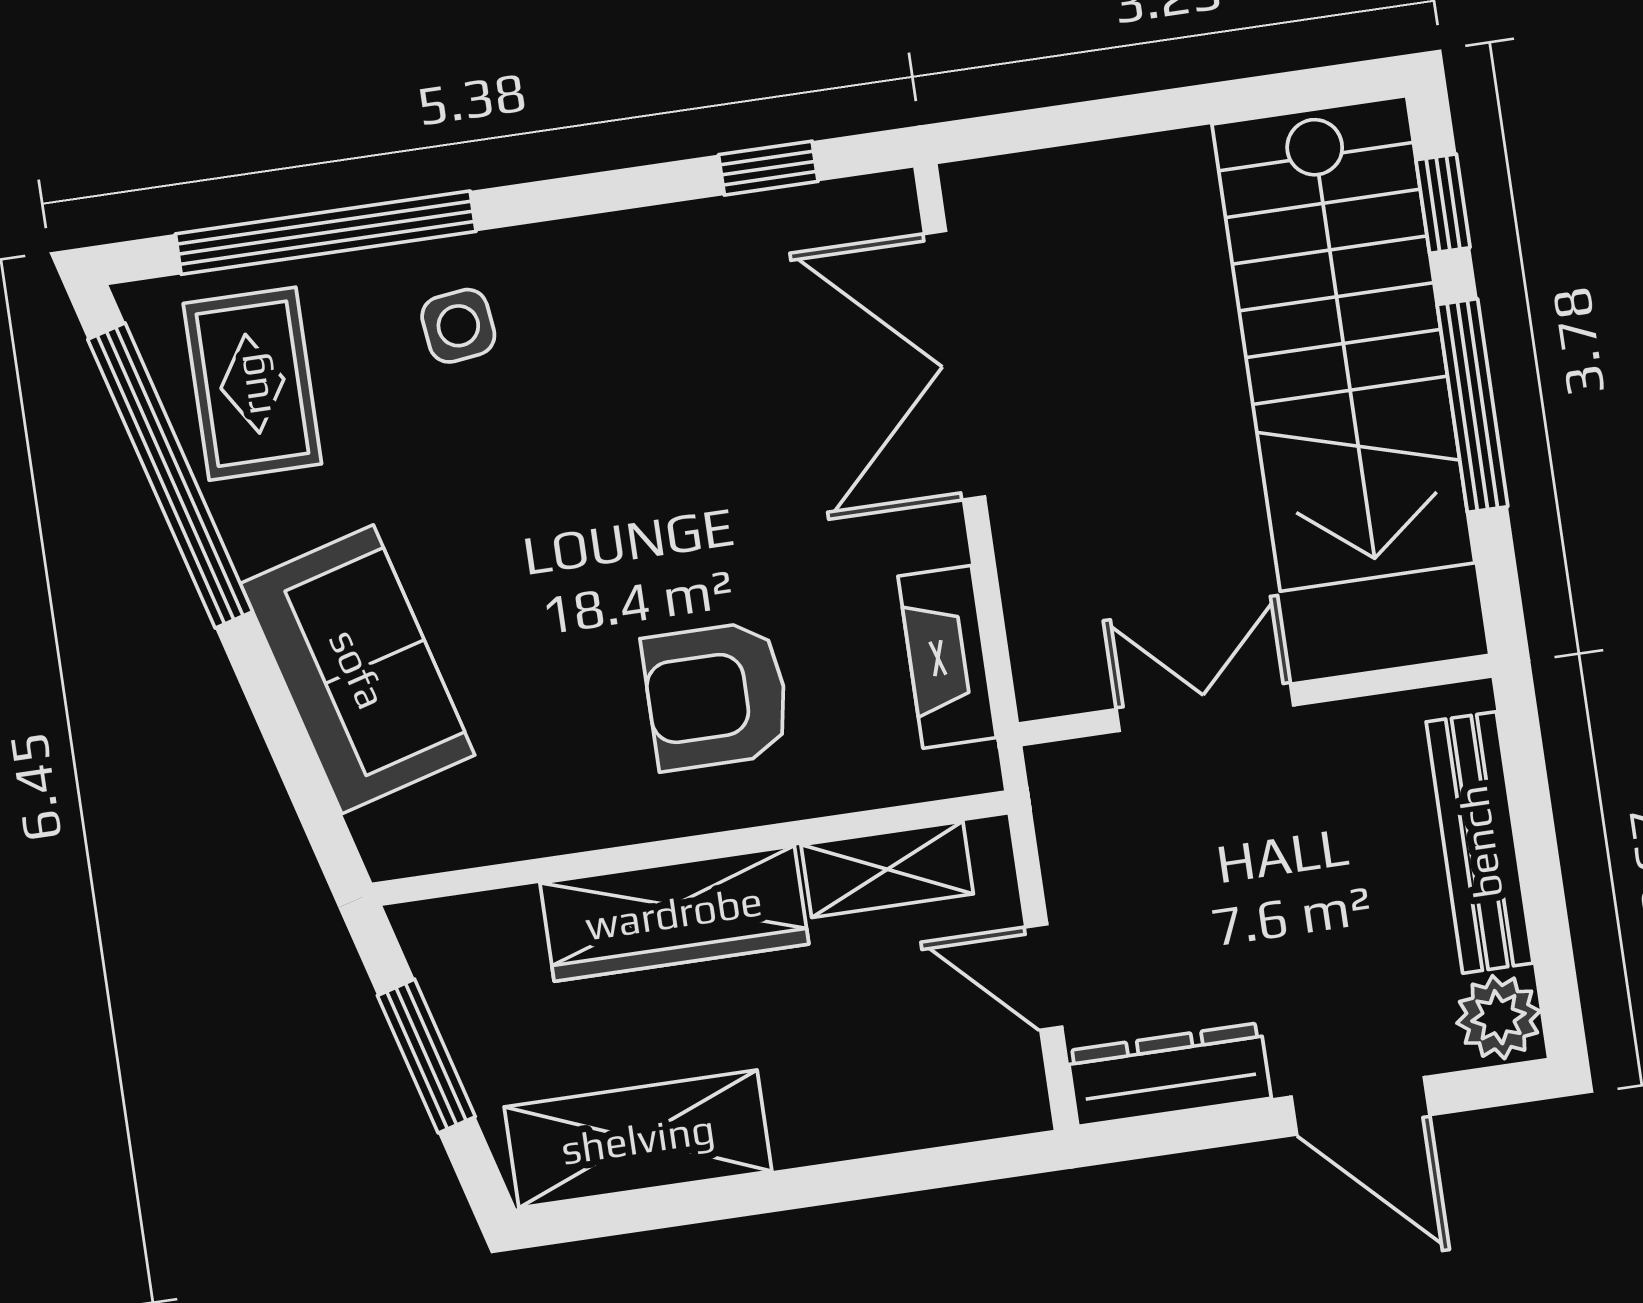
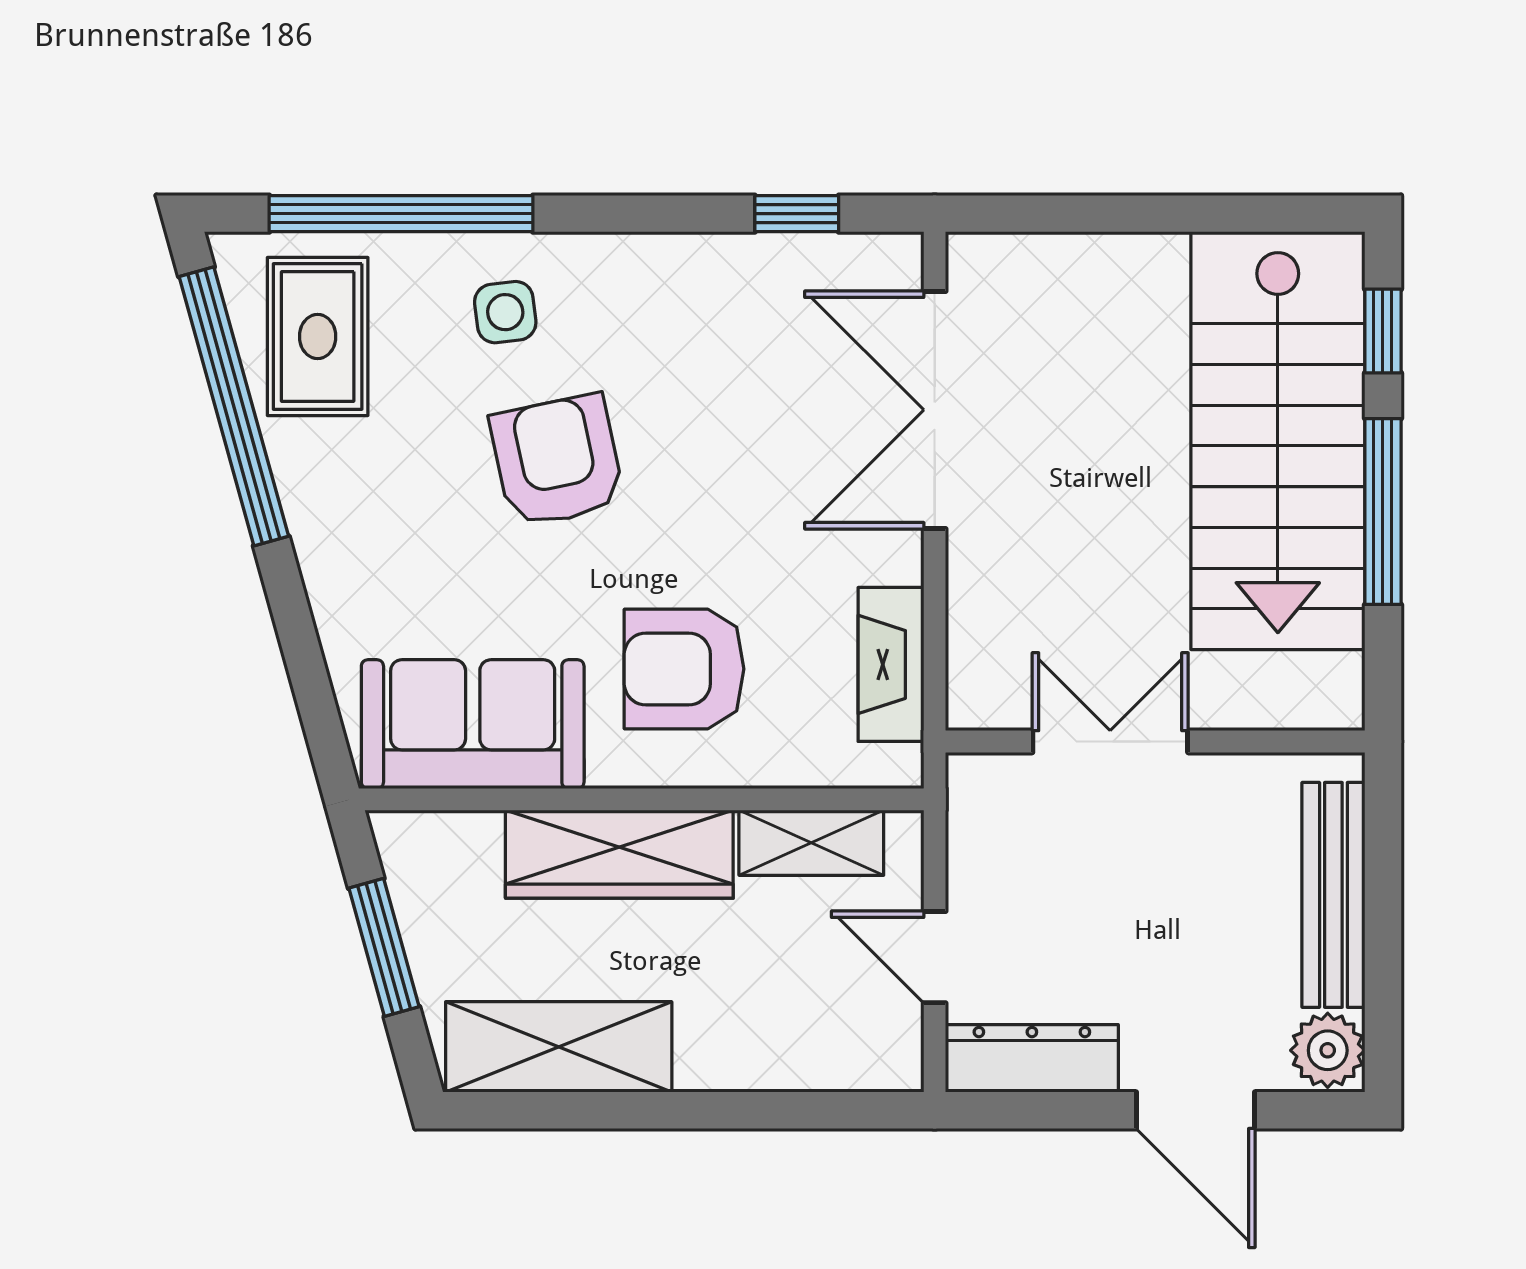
armchair: (541, 484) -> (557, 461), added
sofa: (358, 669) -> (473, 724), moved, turned -74

